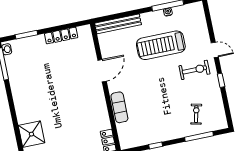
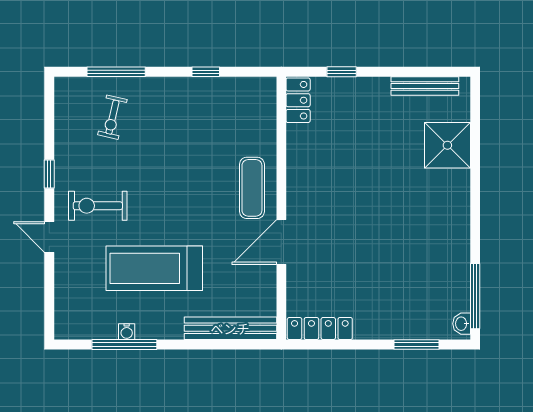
locker: (61, 36) -> (320, 329), moved
treadmill: (161, 45) -> (154, 268), turned 180
exercise mat: (119, 107) -> (252, 188), moved

